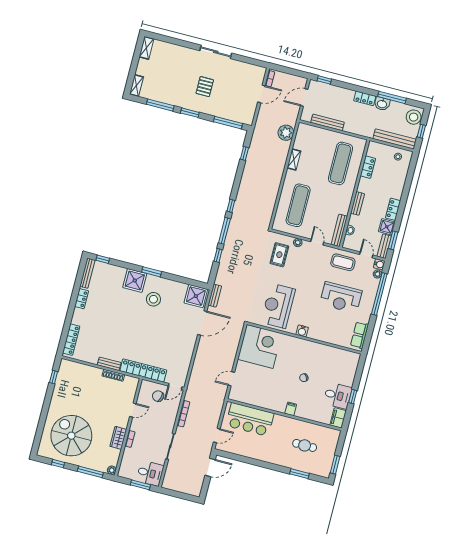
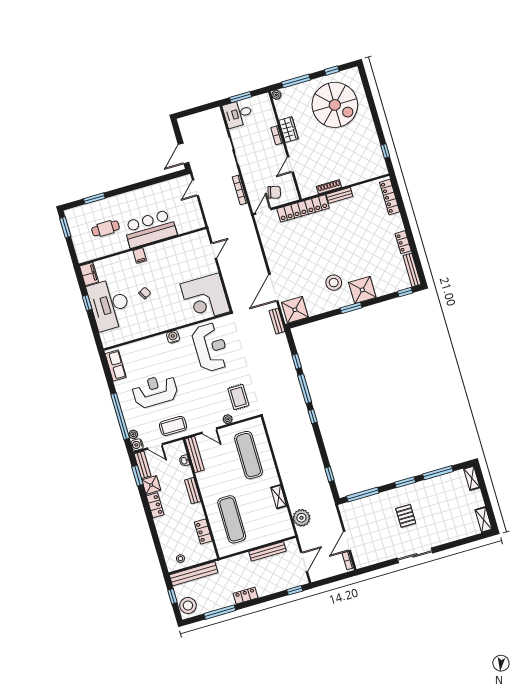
washbasin: (382, 104) -> (226, 600), removed
desk: (338, 396) -> (109, 305), width x1.87, depth x1.30
bar counter: (250, 419) -> (150, 229), moved

